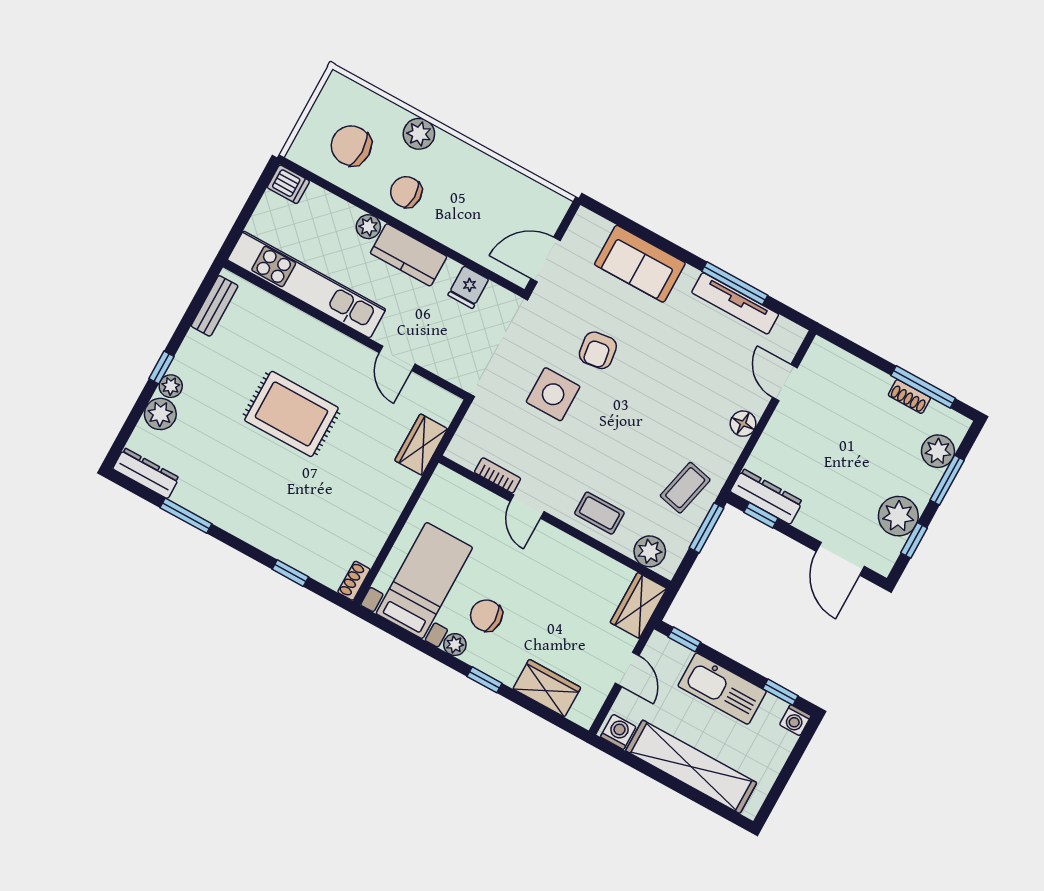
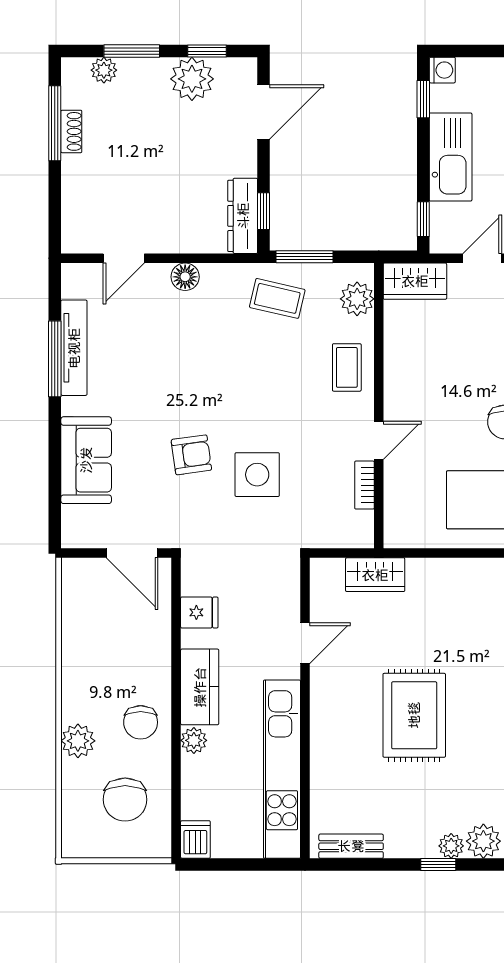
plant: (938, 451) -> (104, 70), width x0.73, depth x0.73

